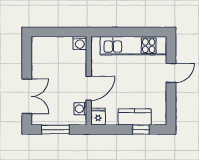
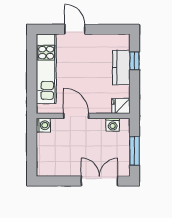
door: (89, 88) -> (76, 116), moved

